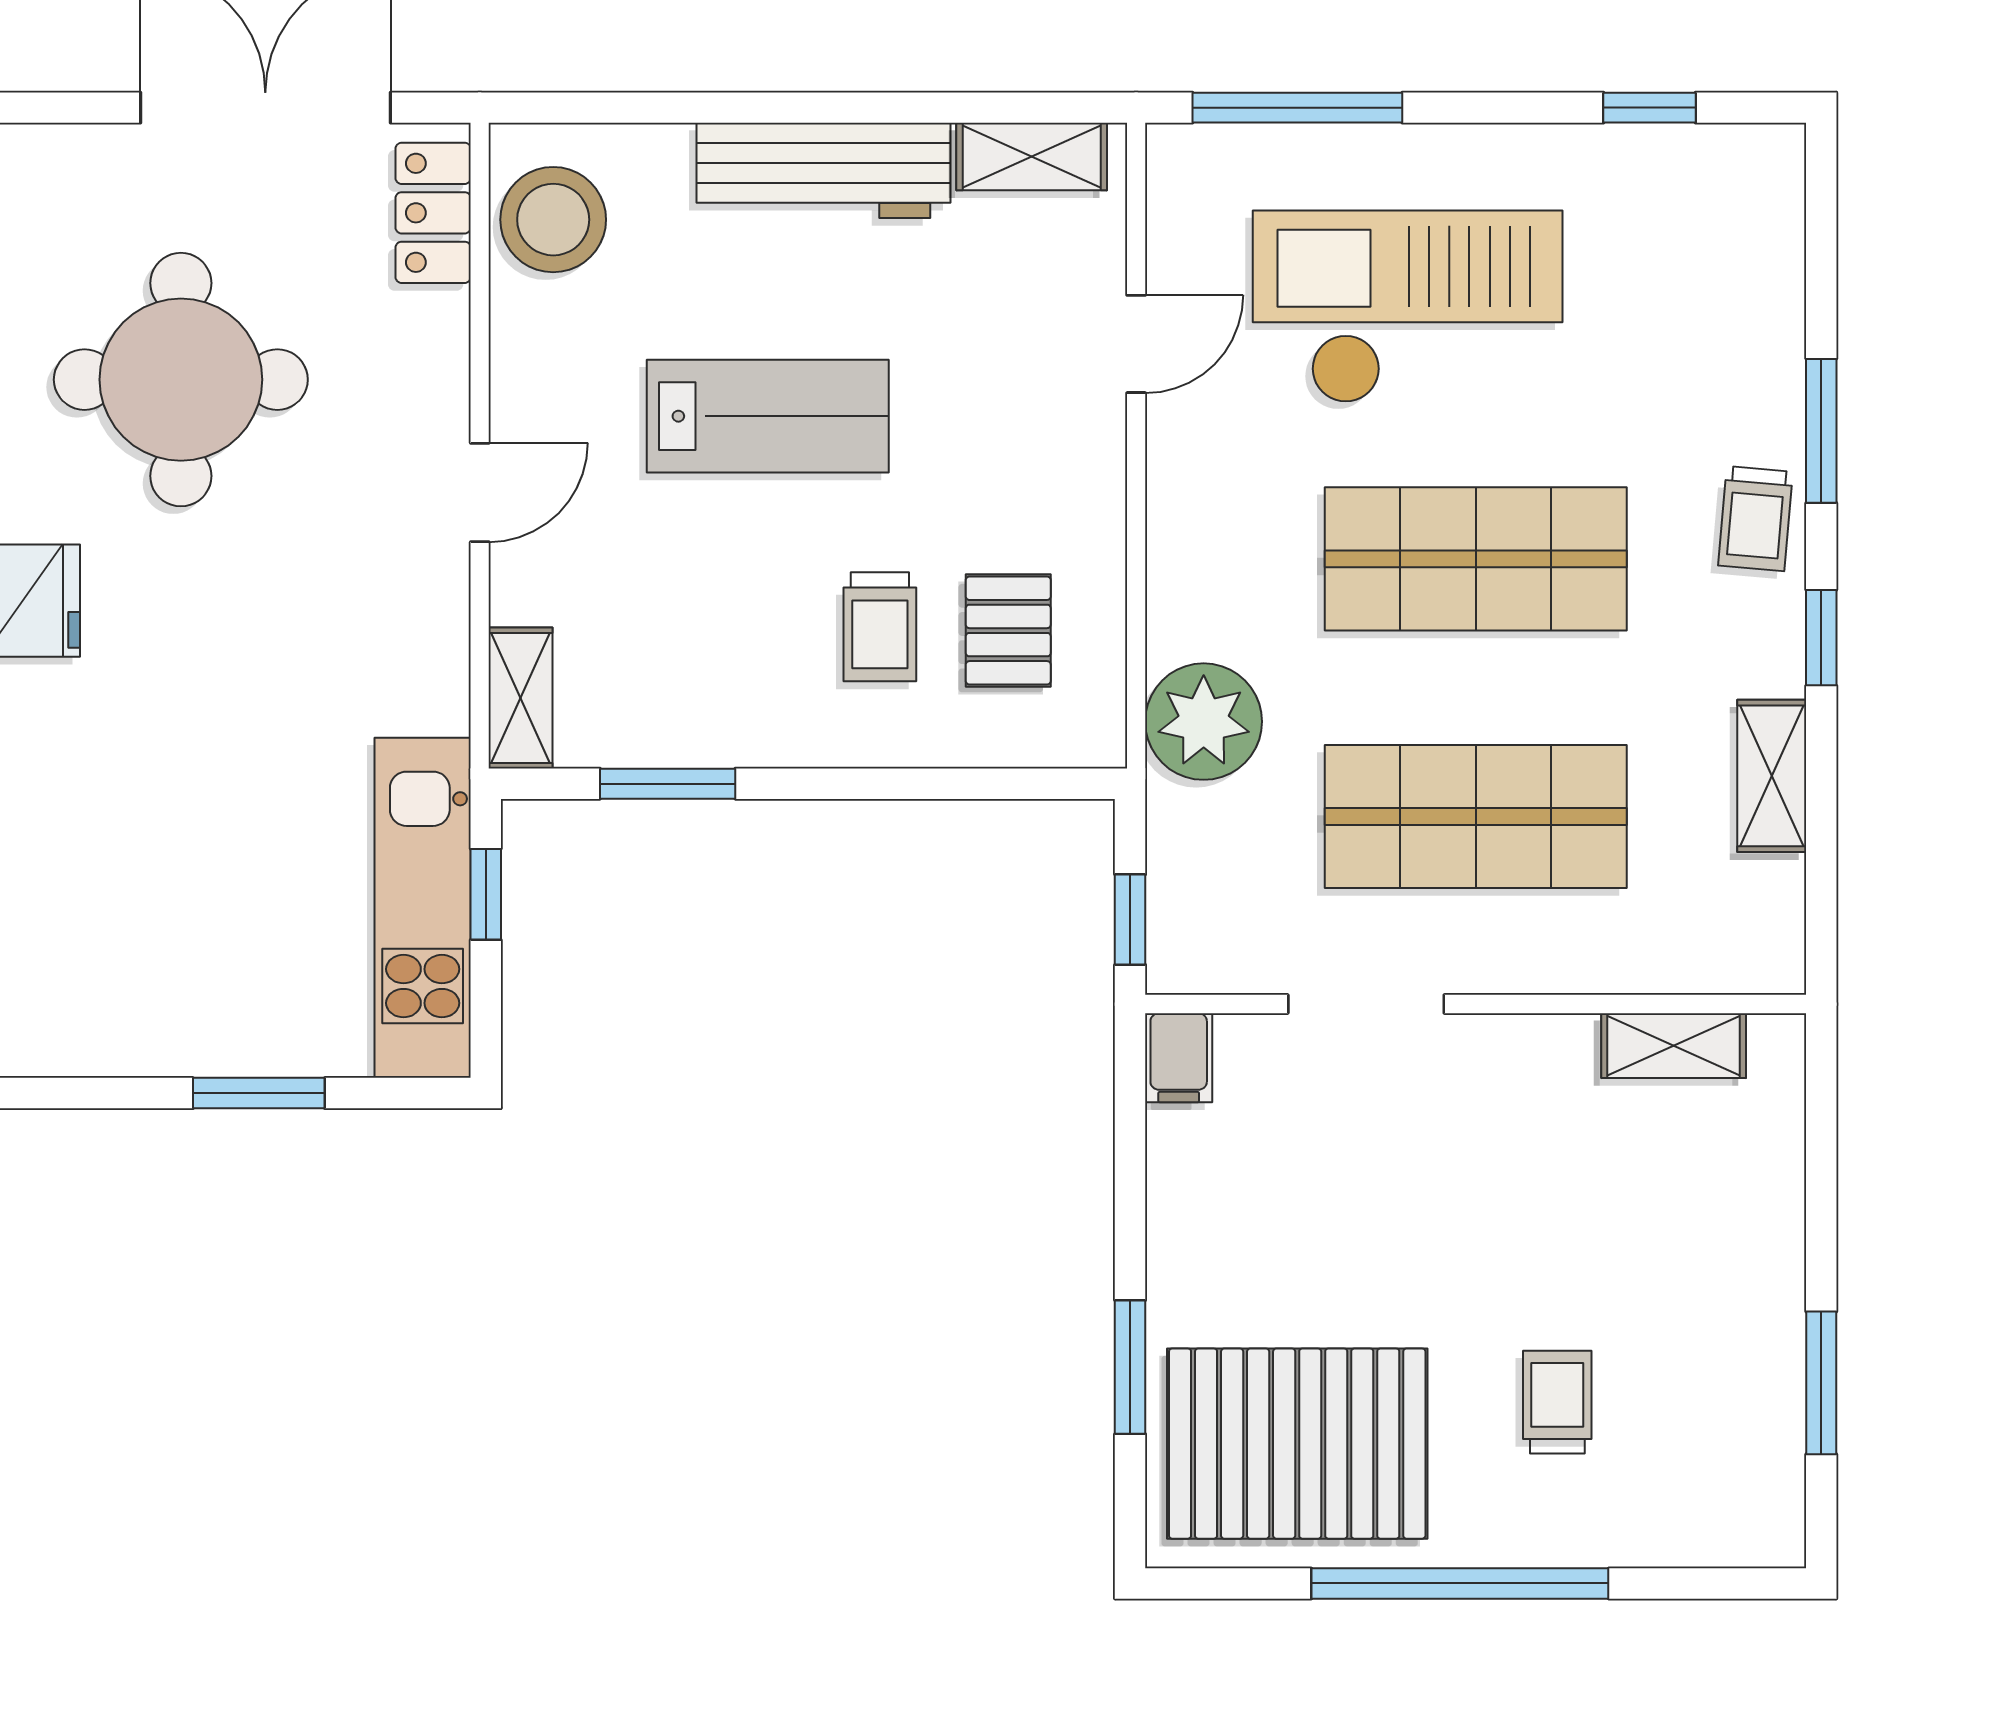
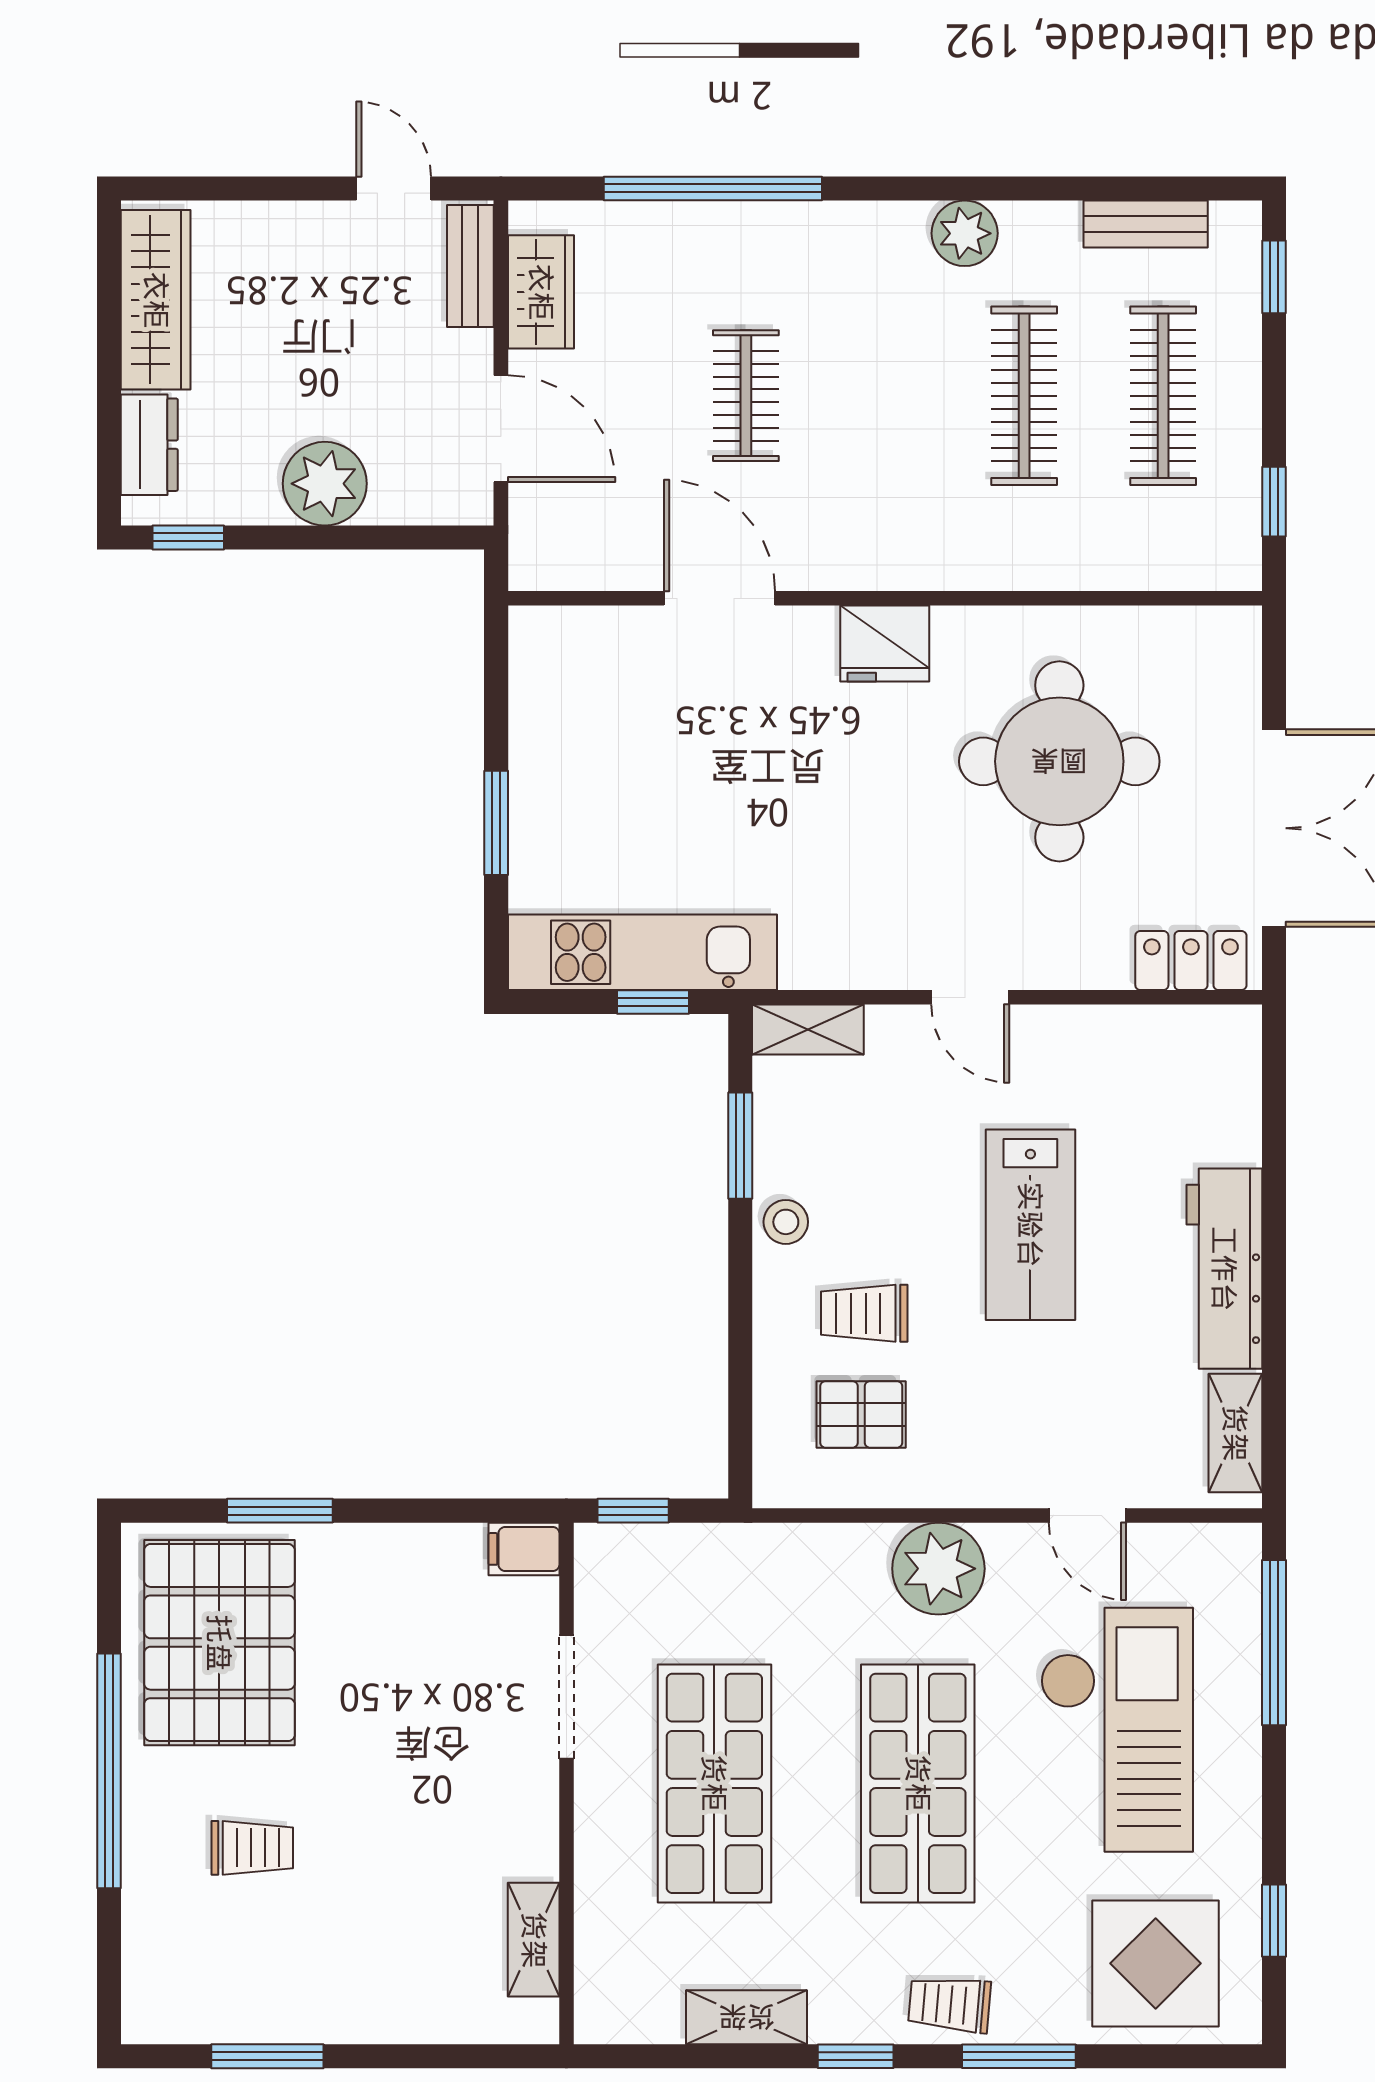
stool: (553, 220) -> (786, 1222), moved, width x0.53, depth x0.53
display table: (1704, 258) -> (1156, 1963), added
plant: (1204, 722) -> (938, 1569), moved

